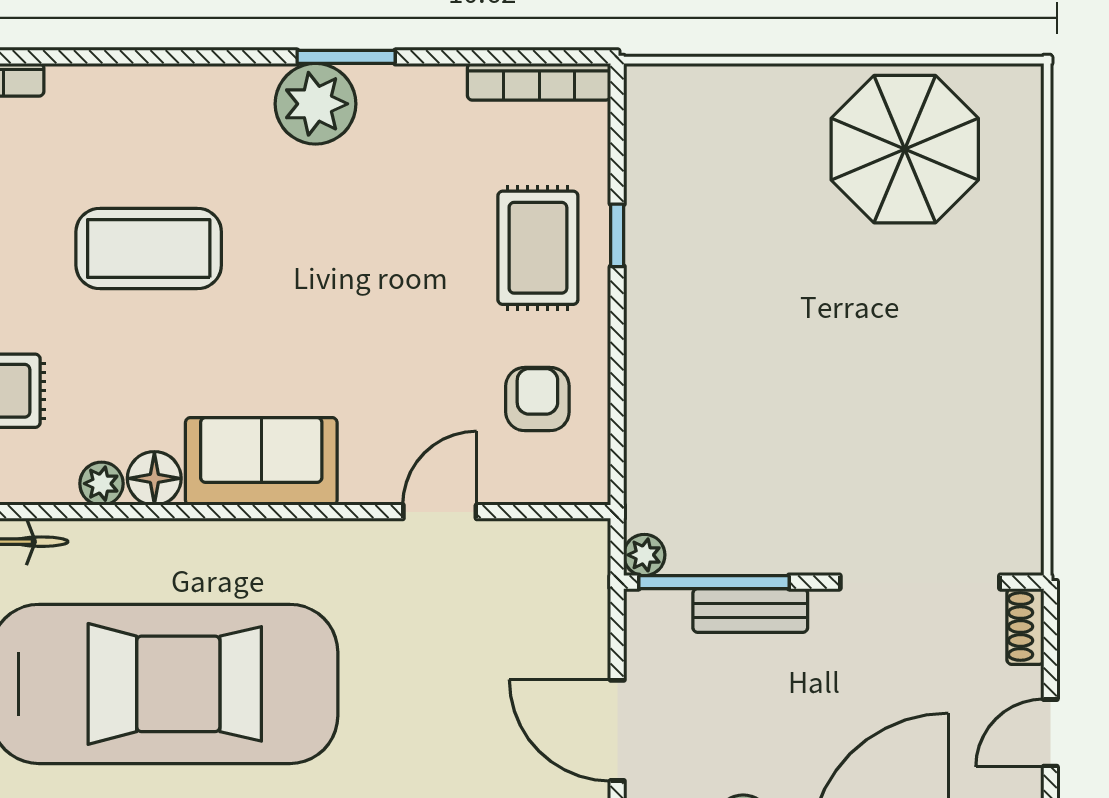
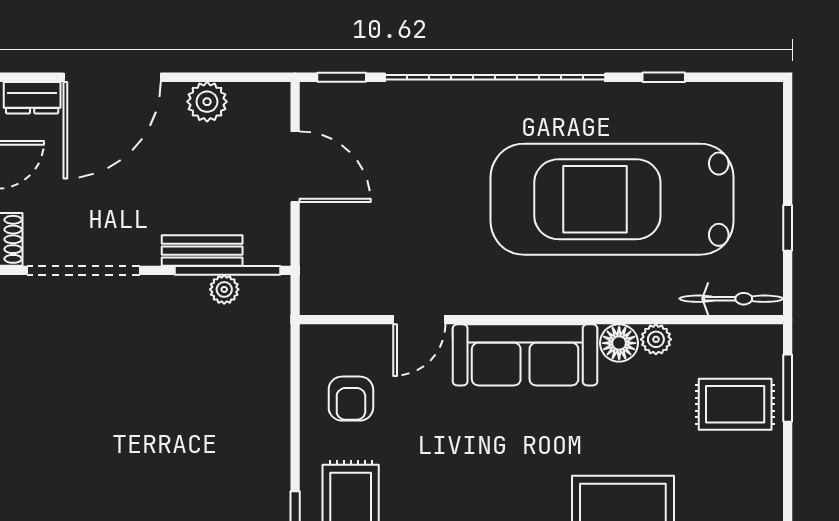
sofa: (261, 461) -> (525, 355), width x1.36
plant: (644, 555) -> (224, 289), moved

